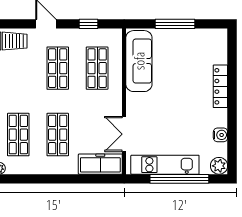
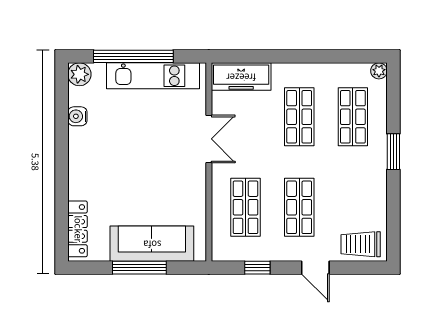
sofa: (139, 61) -> (152, 244), moved, turned 90
locker: (220, 86) -> (78, 229), moved
double door: (124, 134) -> (209, 139), moved

